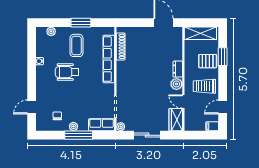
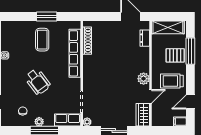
plant: (51, 31) -> (16, 25), removed
window: (223, 57) -> (190, 51), width x1.44
dresser: (178, 69) -> (145, 38), moved
wheelchair: (67, 72) -> (38, 82), moved, turned -127
door: (183, 102) -> (151, 96), swing flipped

